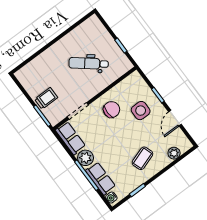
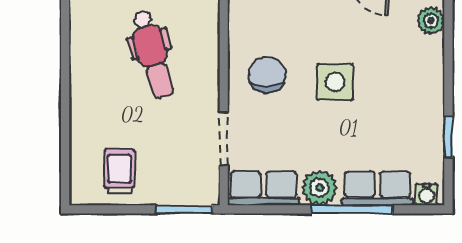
dental chair: (89, 63) -> (152, 54), turned -55
trolley: (46, 98) -> (120, 172), moved
side table: (141, 111) -> (335, 82), moved
coffee table: (142, 158) -> (397, 85), removed

